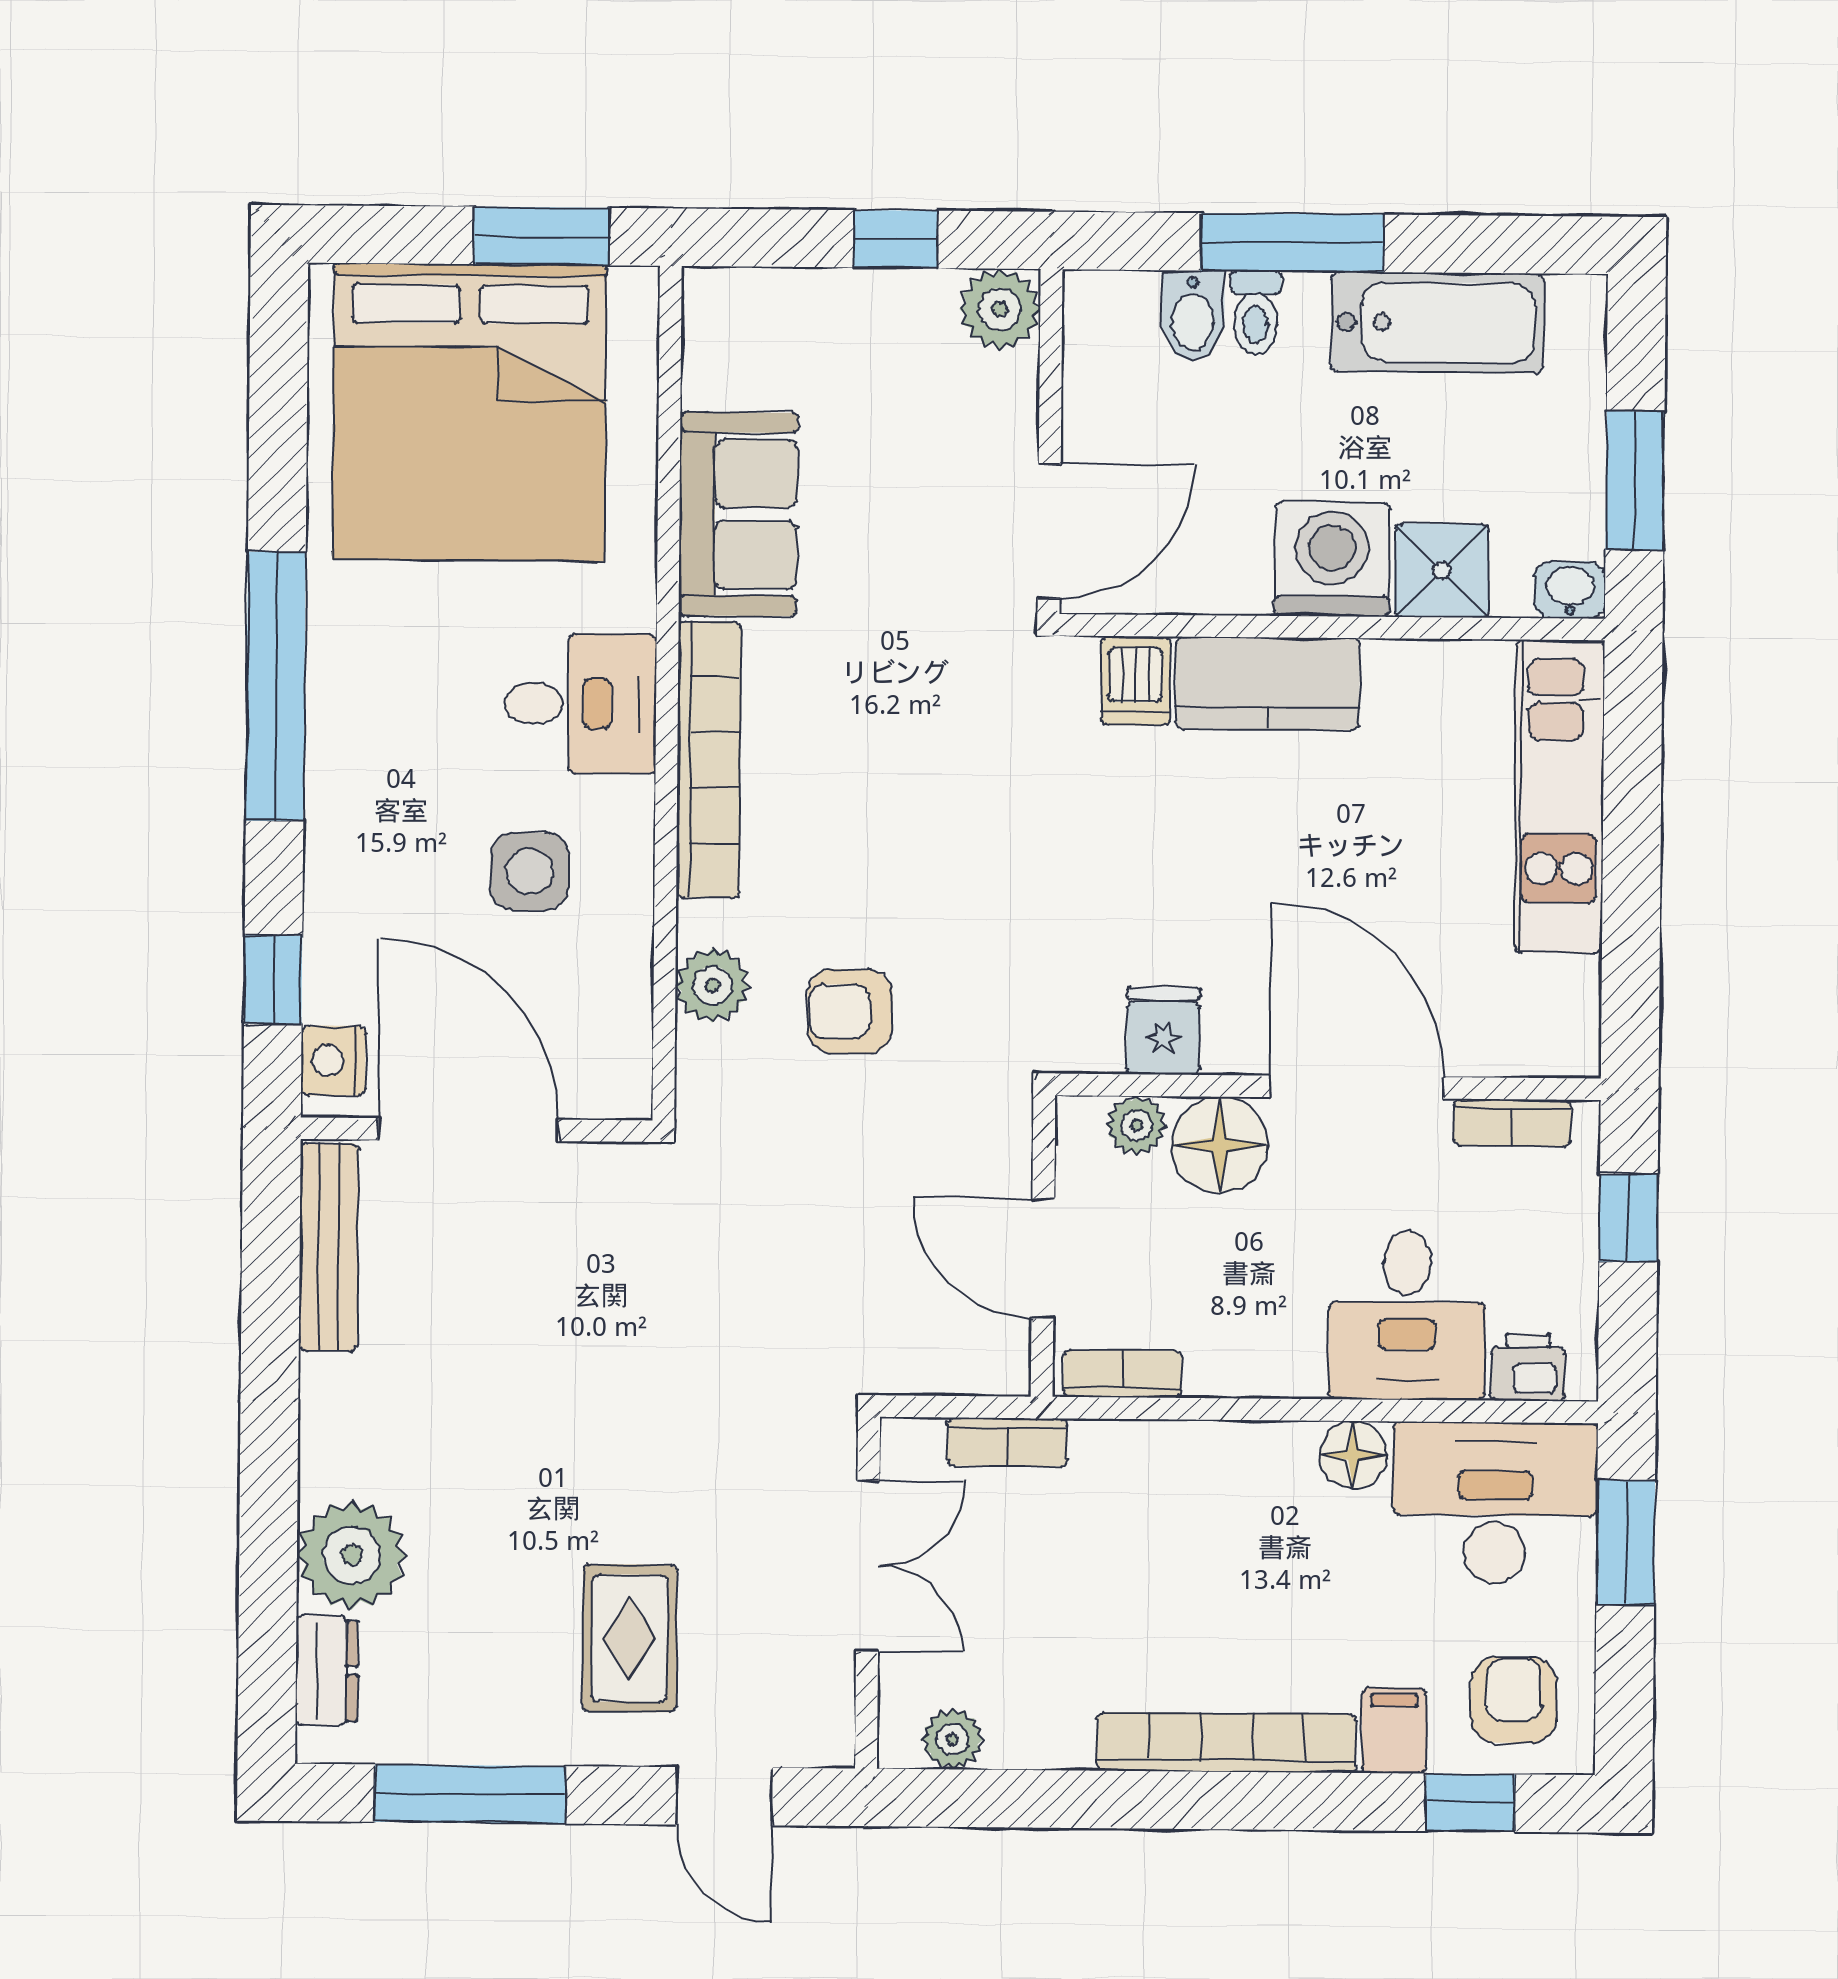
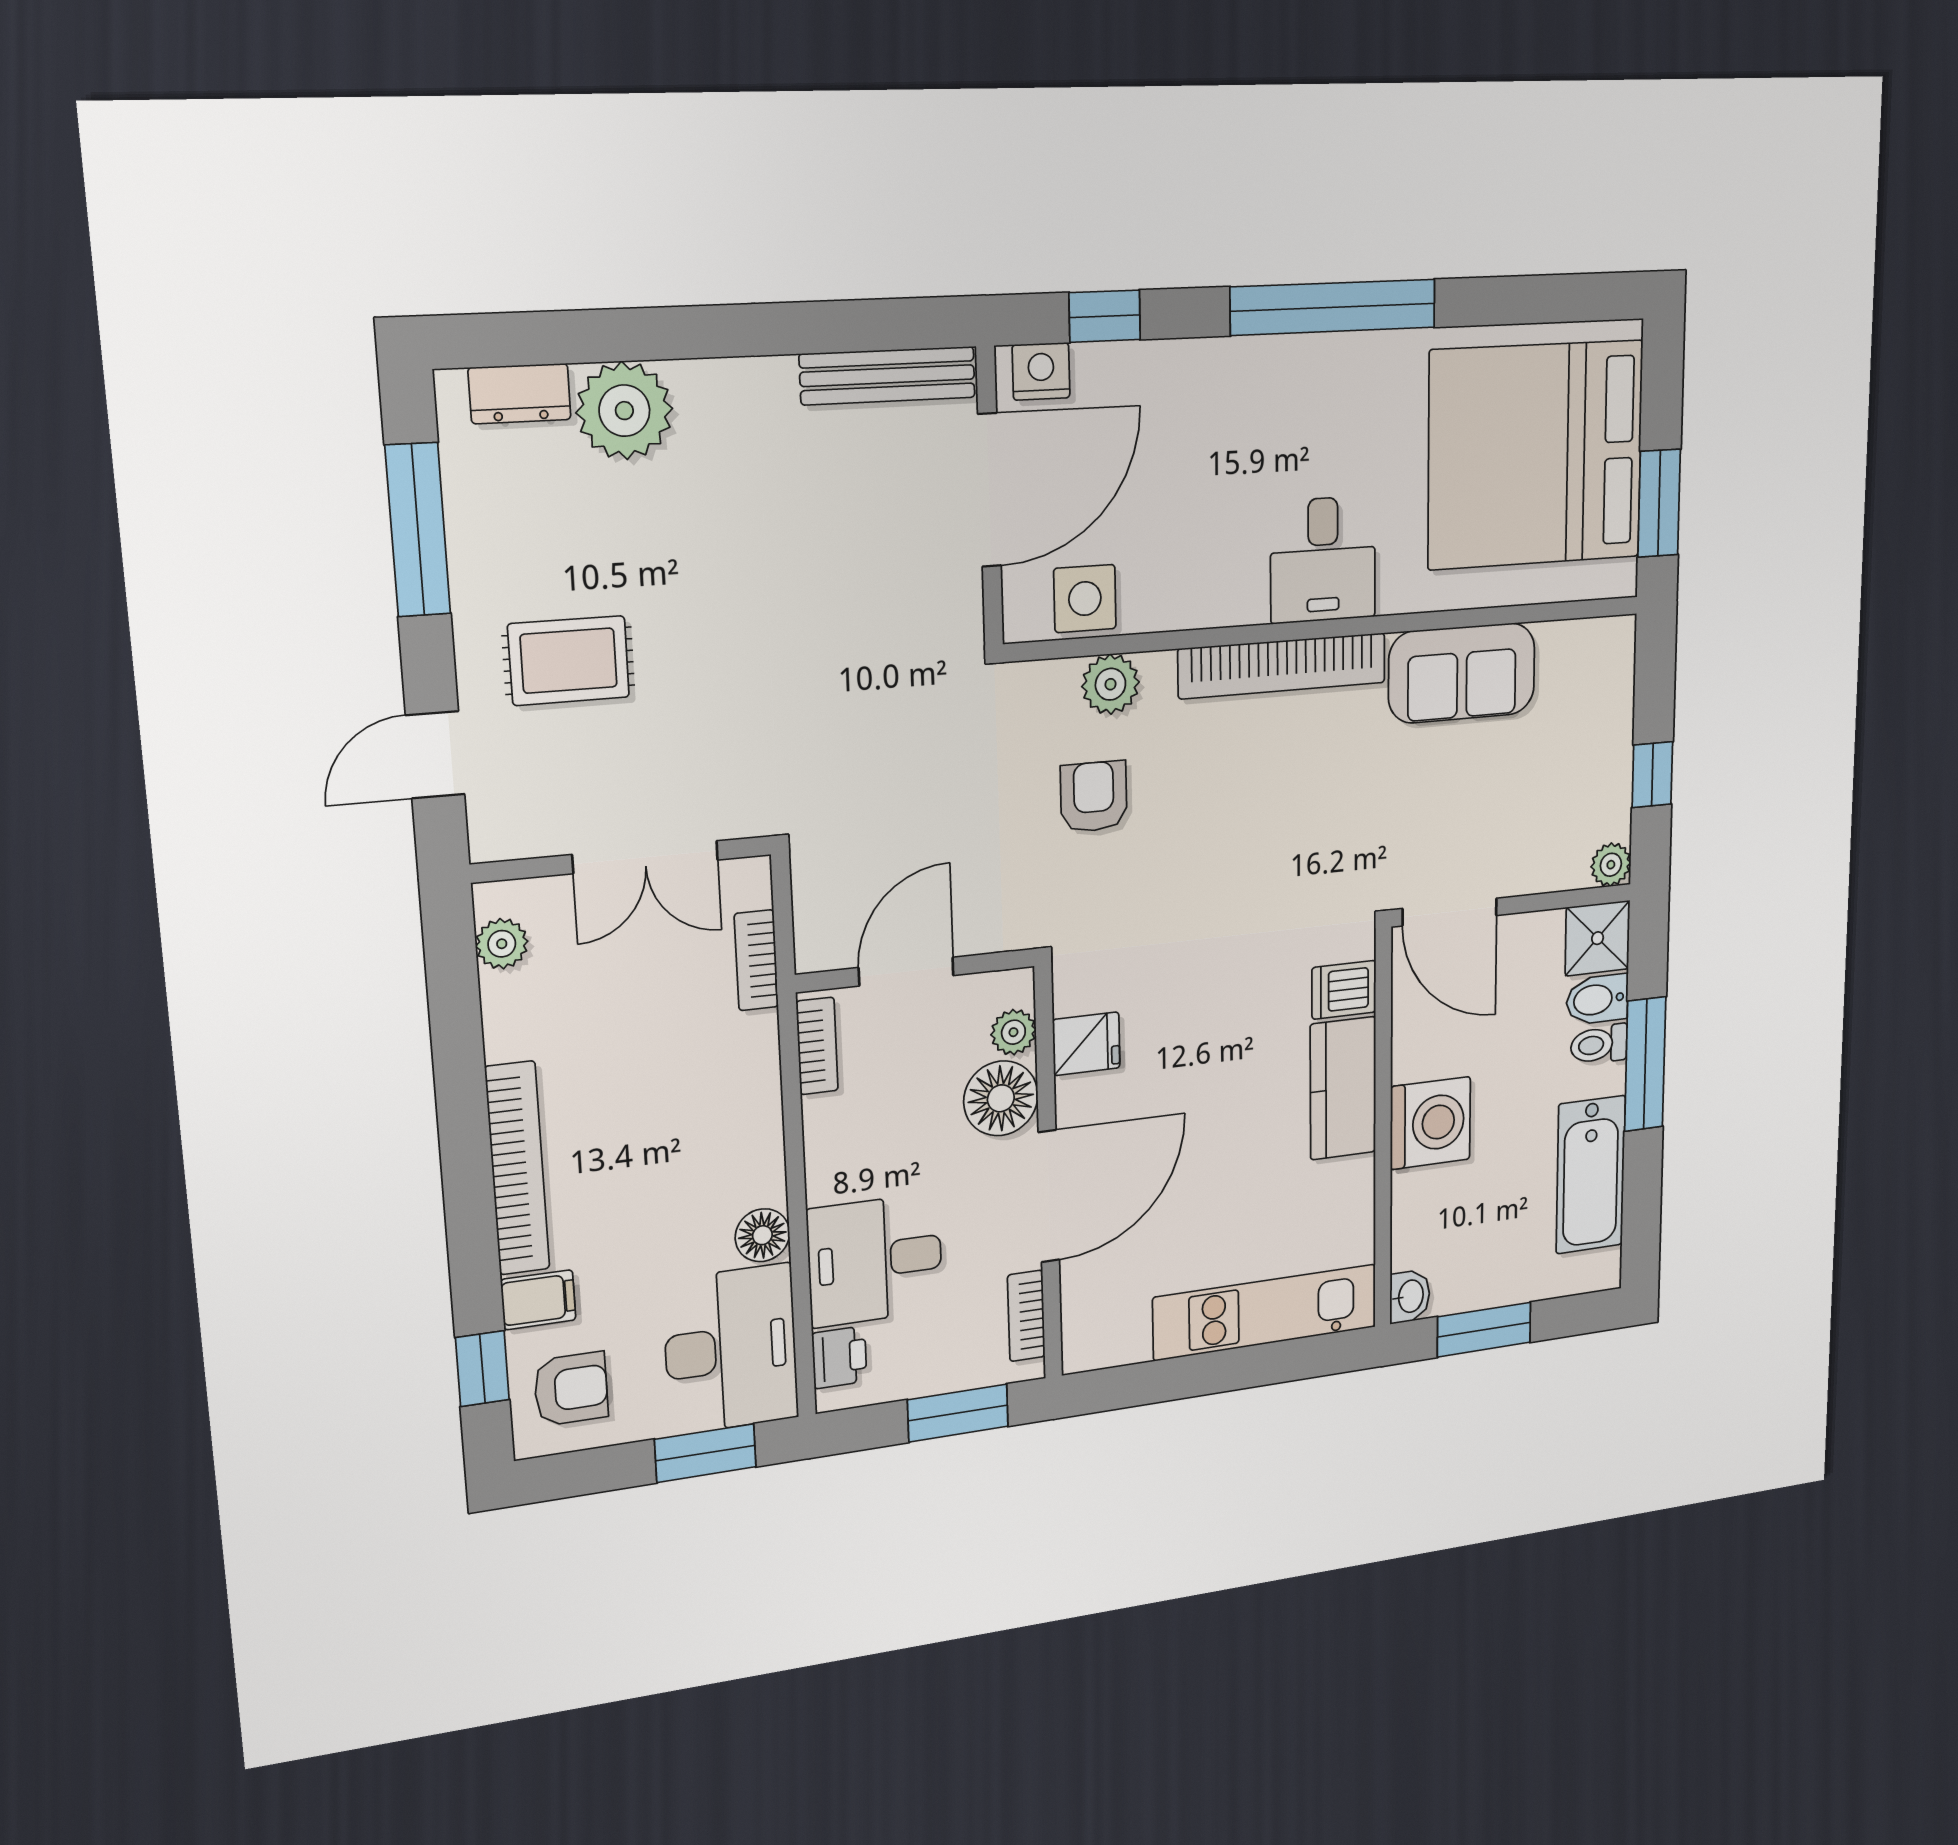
plant: (1000, 309) -> (1611, 865), width x0.73, depth x0.73
shower: (1442, 570) -> (1598, 938), moved
side table: (529, 871) -> (1085, 599), moved
window: (1629, 1218) -> (958, 1413), width x1.50

